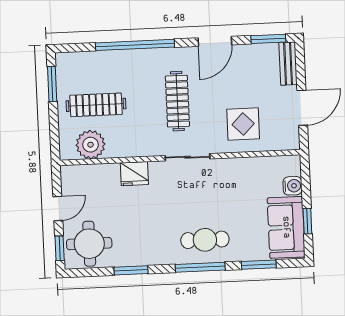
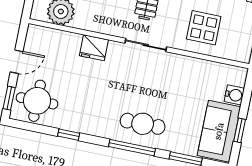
window: (131, 270) -> (69, 135), width x0.67

